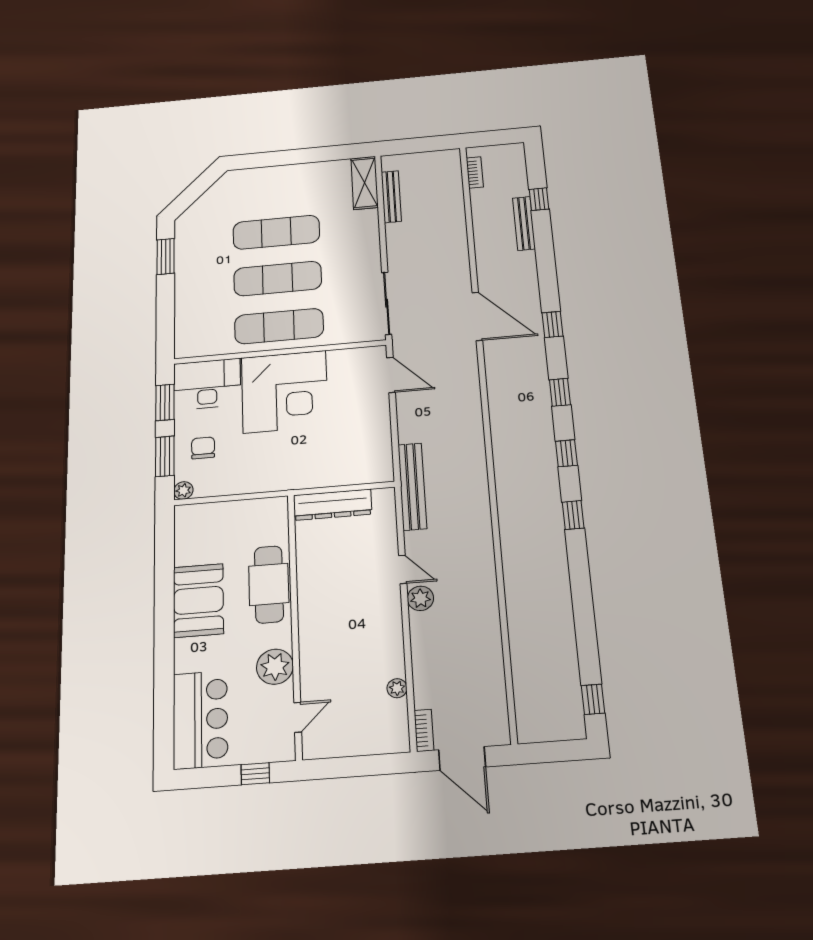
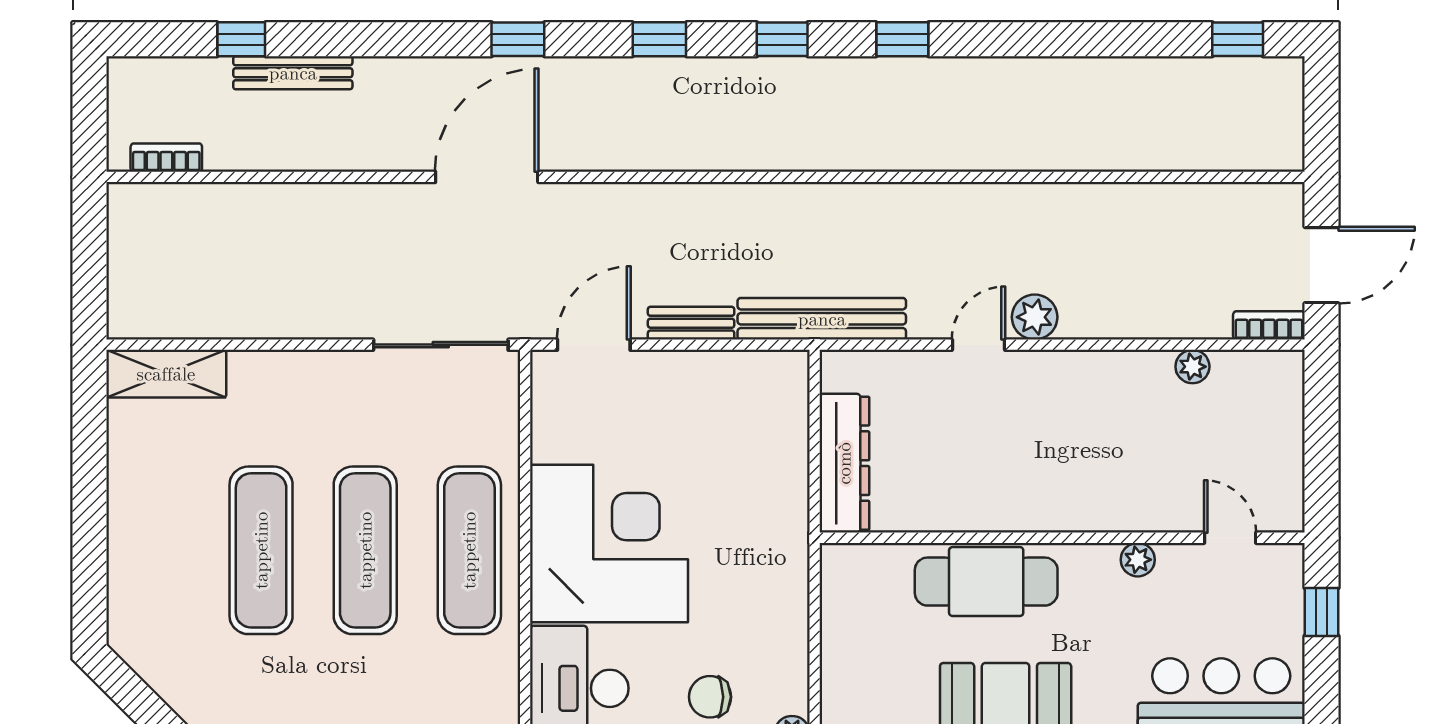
bench: (391, 197) -> (691, 323), moved, width x0.73
plant: (275, 667) -> (1138, 560), width x0.53, depth x0.53

